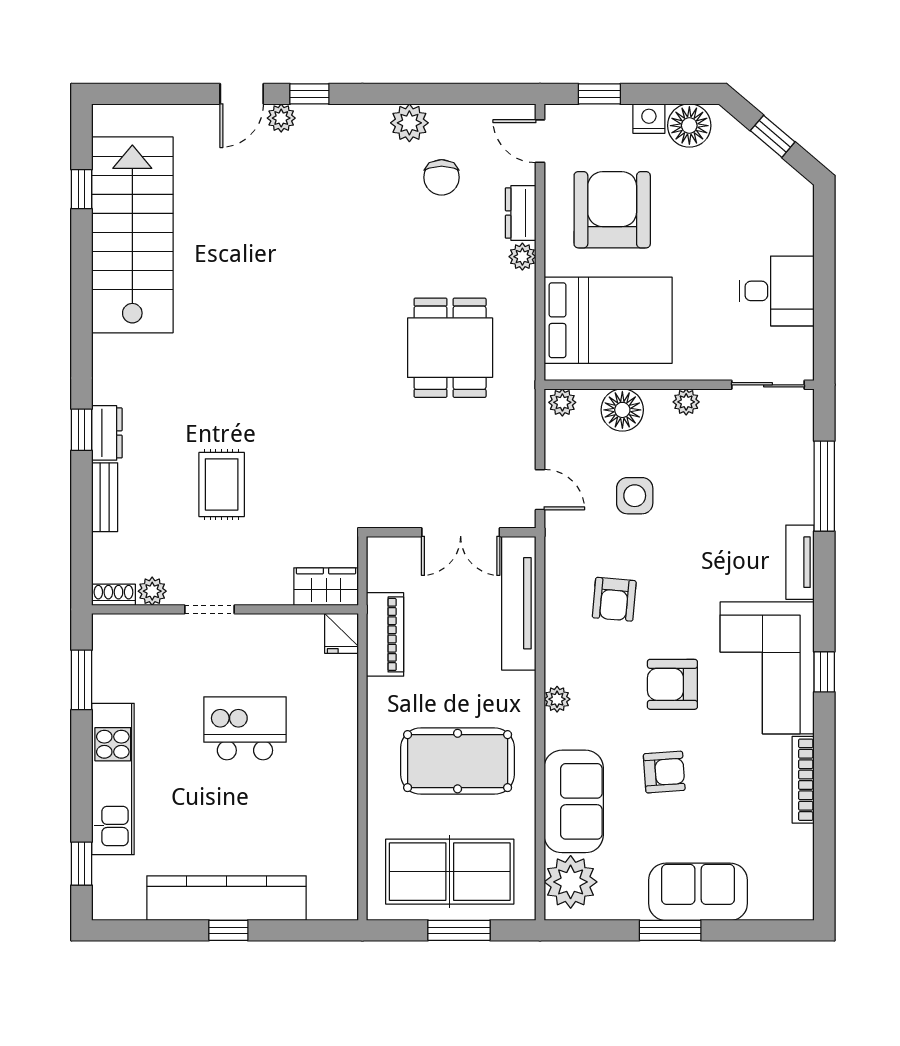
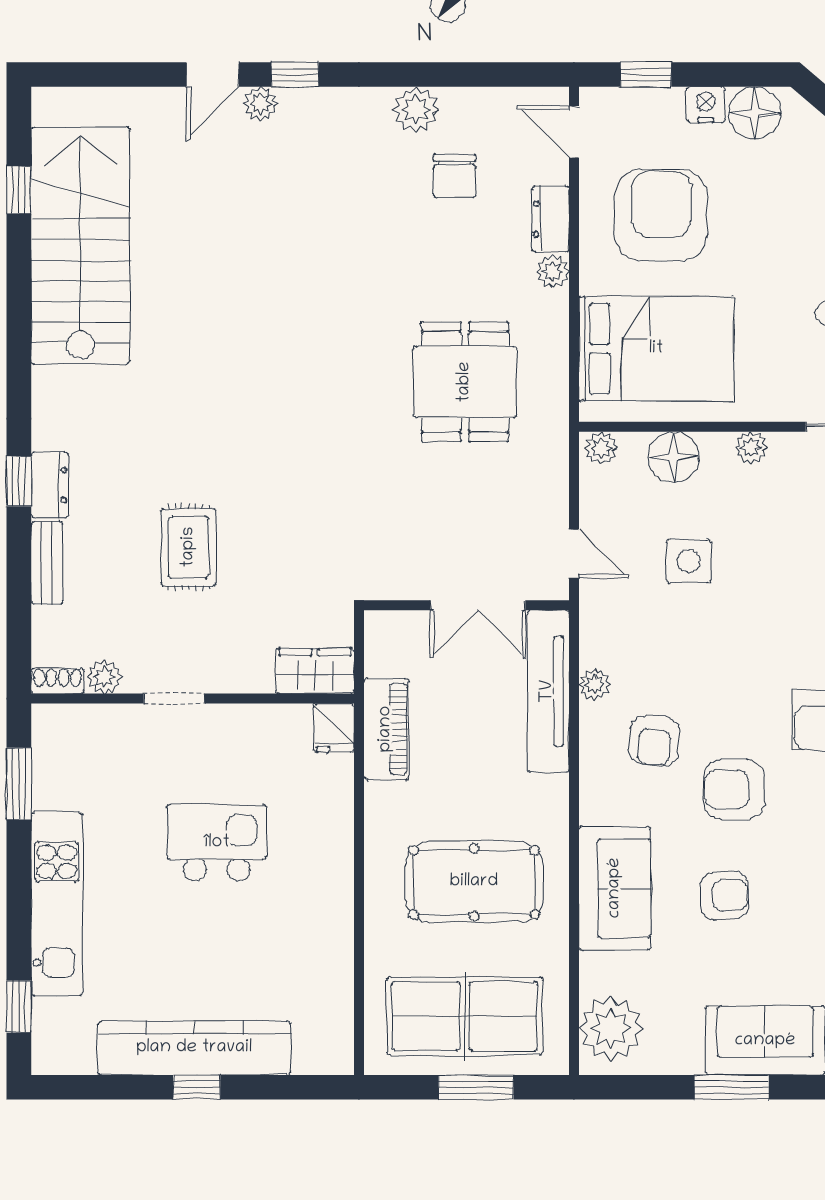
armchair: (614, 599) -> (654, 741), moved
plant: (557, 699) -> (595, 685), moved
sofa: (574, 801) -> (615, 888), moved

